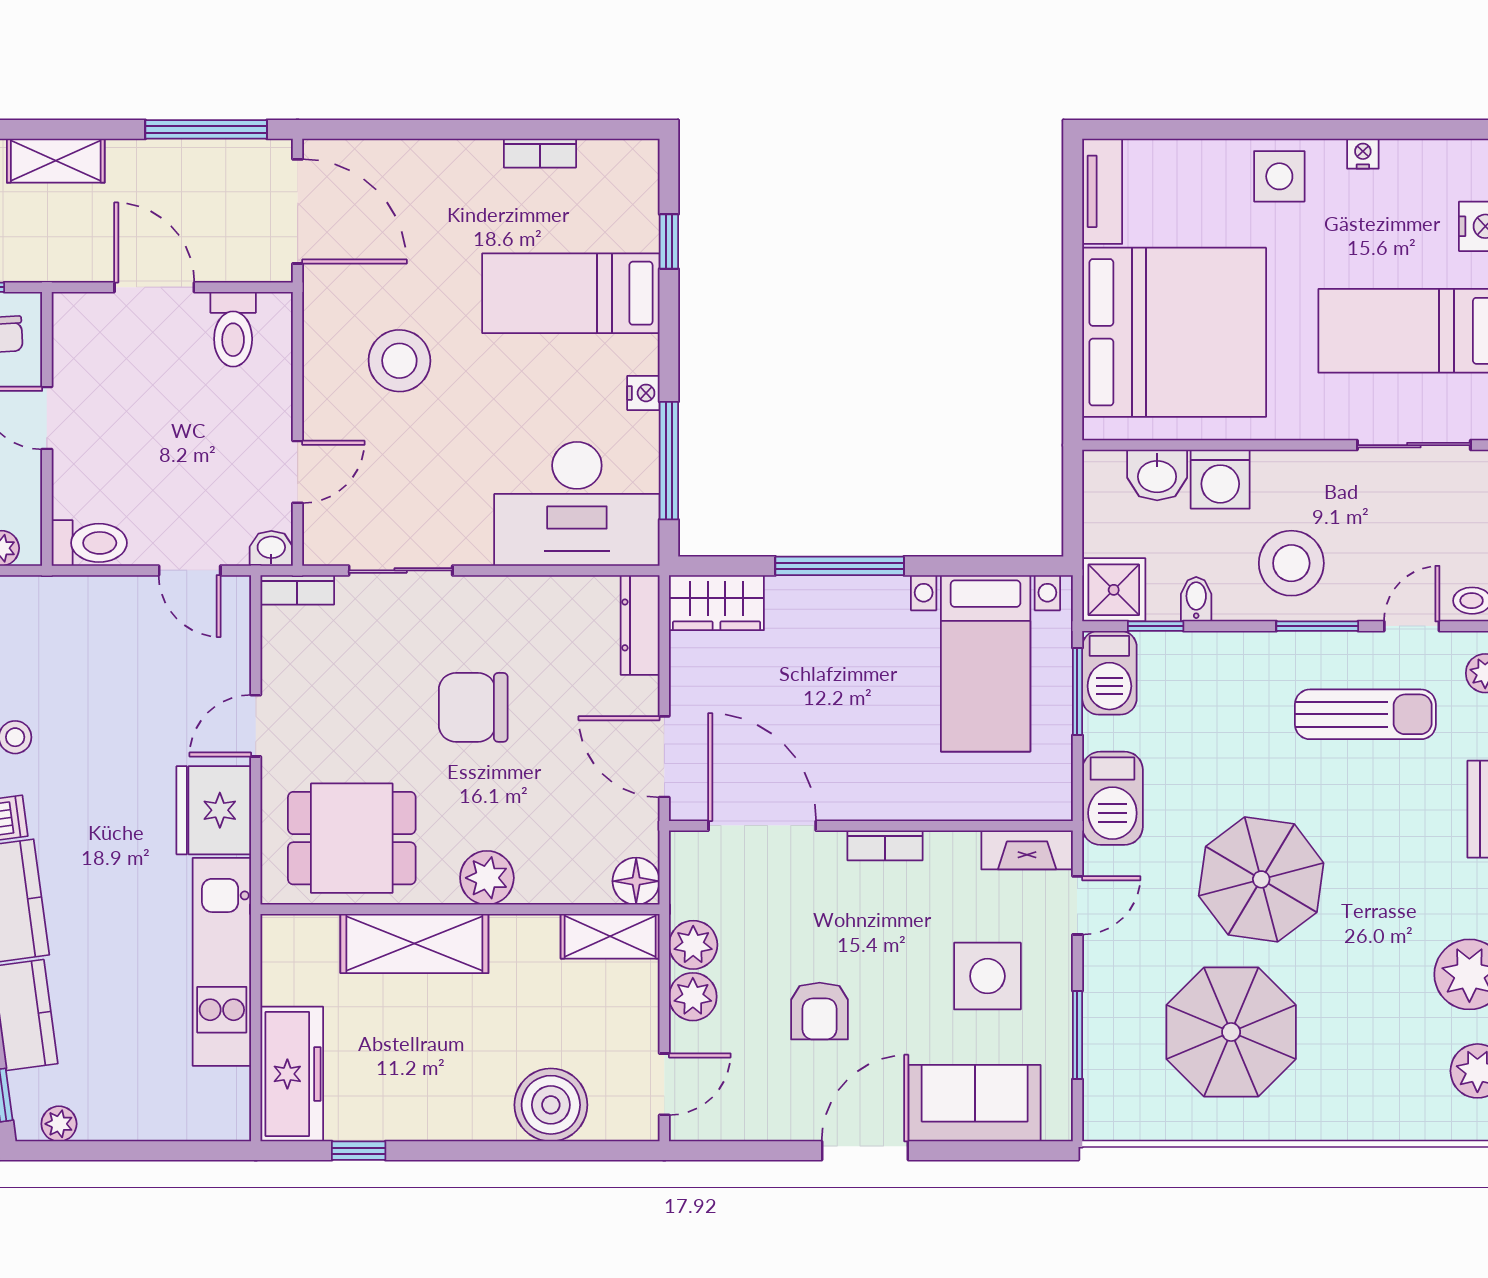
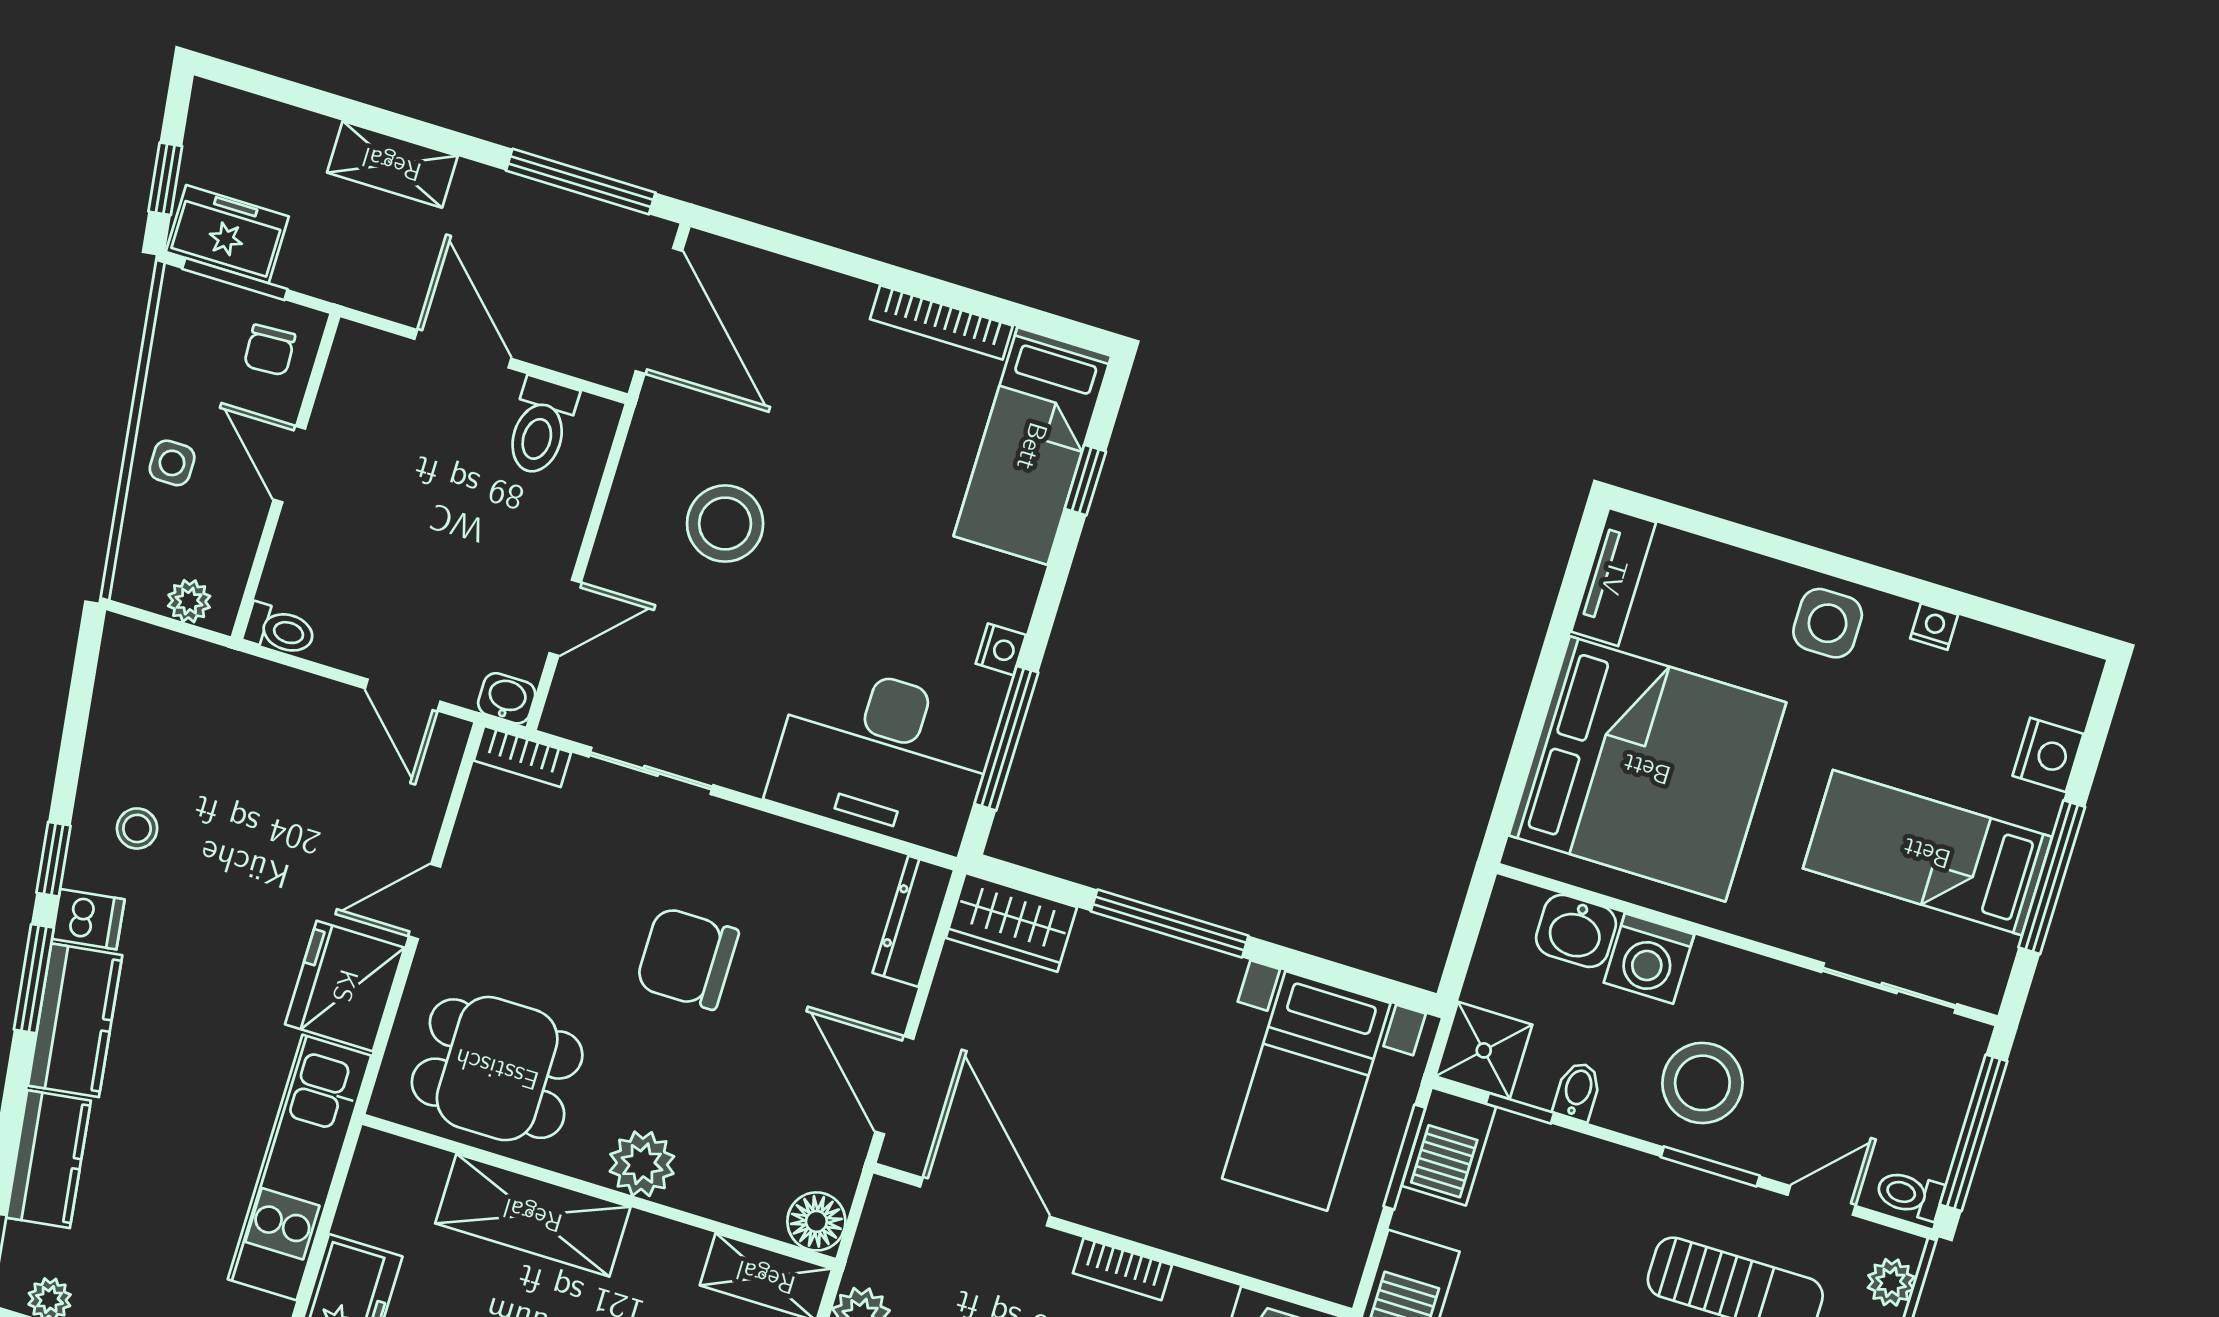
bookcase: (540, 153) -> (941, 322), width x1.56
bed: (571, 293) -> (1032, 446), moved, turned -90
toilet: (89, 543) -> (280, 630), width x0.73, depth x0.72

